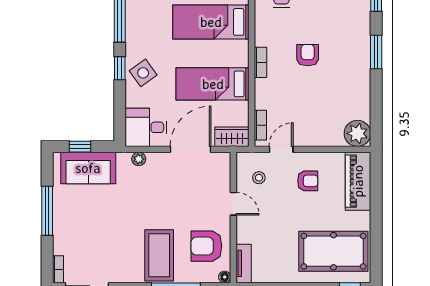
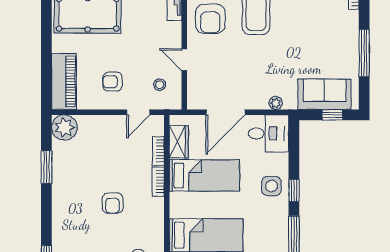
window: (376, 52) -> (46, 167), moved
bookcase: (260, 62) -> (158, 182), moved
side table: (143, 73) -> (271, 186), turned 36
bookcase: (260, 125) -> (158, 151), moved
wardrobe: (232, 137) -> (179, 142), moved, turned -90
armchair: (206, 246) -> (210, 19), turned 90

